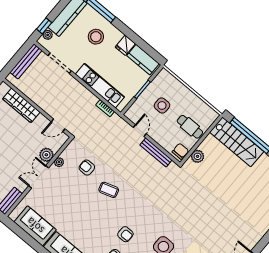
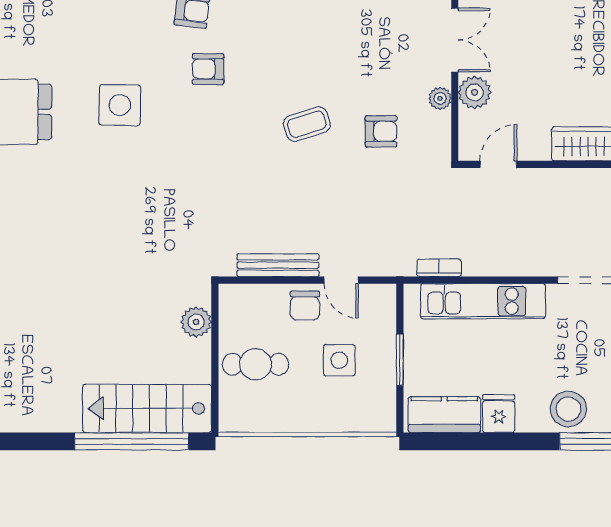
stool: (96, 37) -> (568, 409), moved
chair: (180, 151) -> (305, 306), moved

